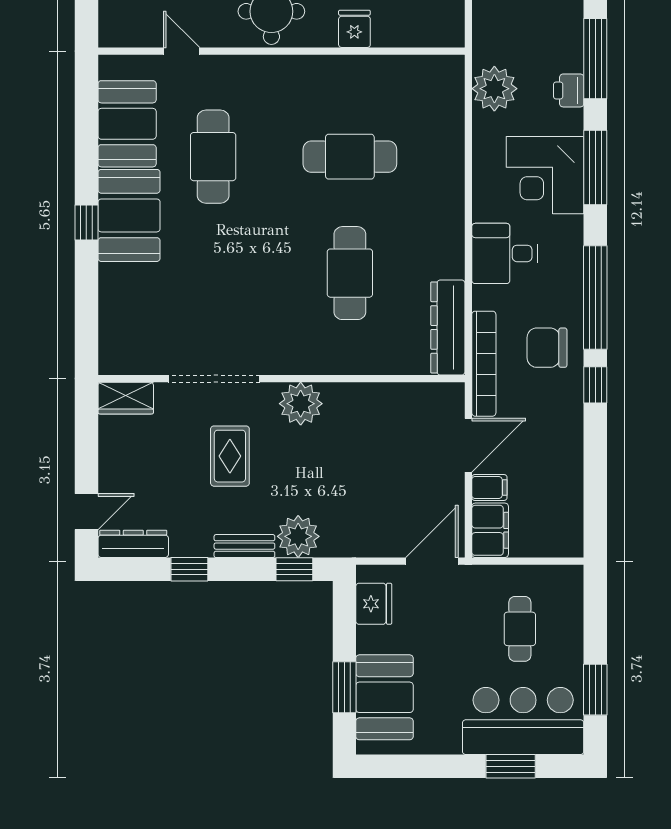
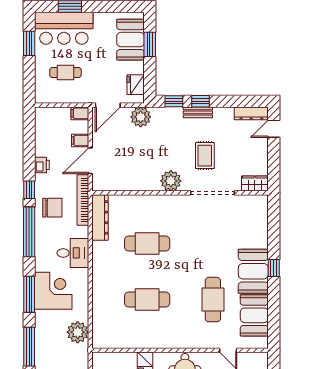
printer: (569, 90) -> (42, 165), moved
cafe table: (350, 273) -> (147, 244), turned 90
filing cabinet: (490, 530) -> (80, 113), width x0.50
plant: (298, 536) -> (141, 117), moved
window: (189, 569) -> (201, 101), moved
cafe table: (520, 629) -> (65, 73), turned 90

